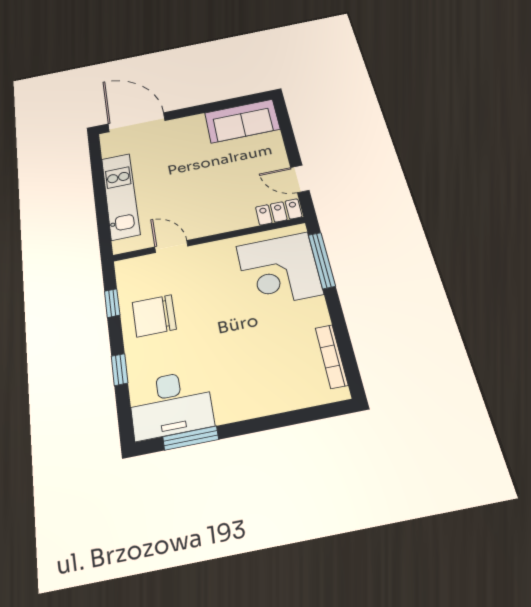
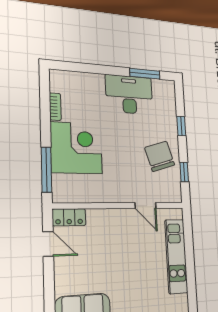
corner desk: (279, 270) -> (76, 148), moved
chair: (154, 316) -> (160, 156), turned -107
bookcase: (332, 356) -> (55, 107), width x0.64
desk: (171, 404) -> (129, 95), moved

